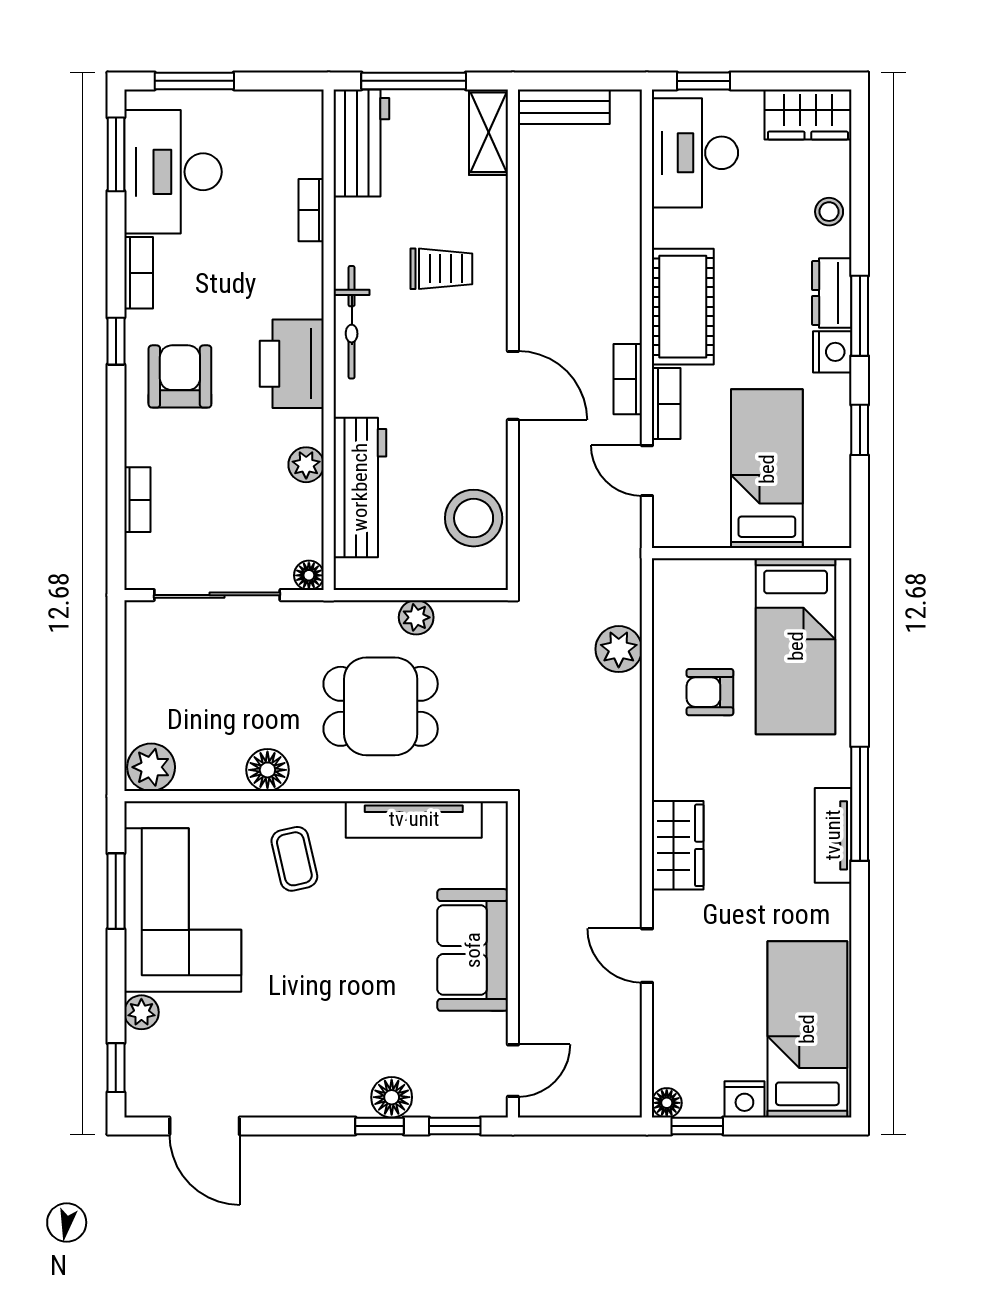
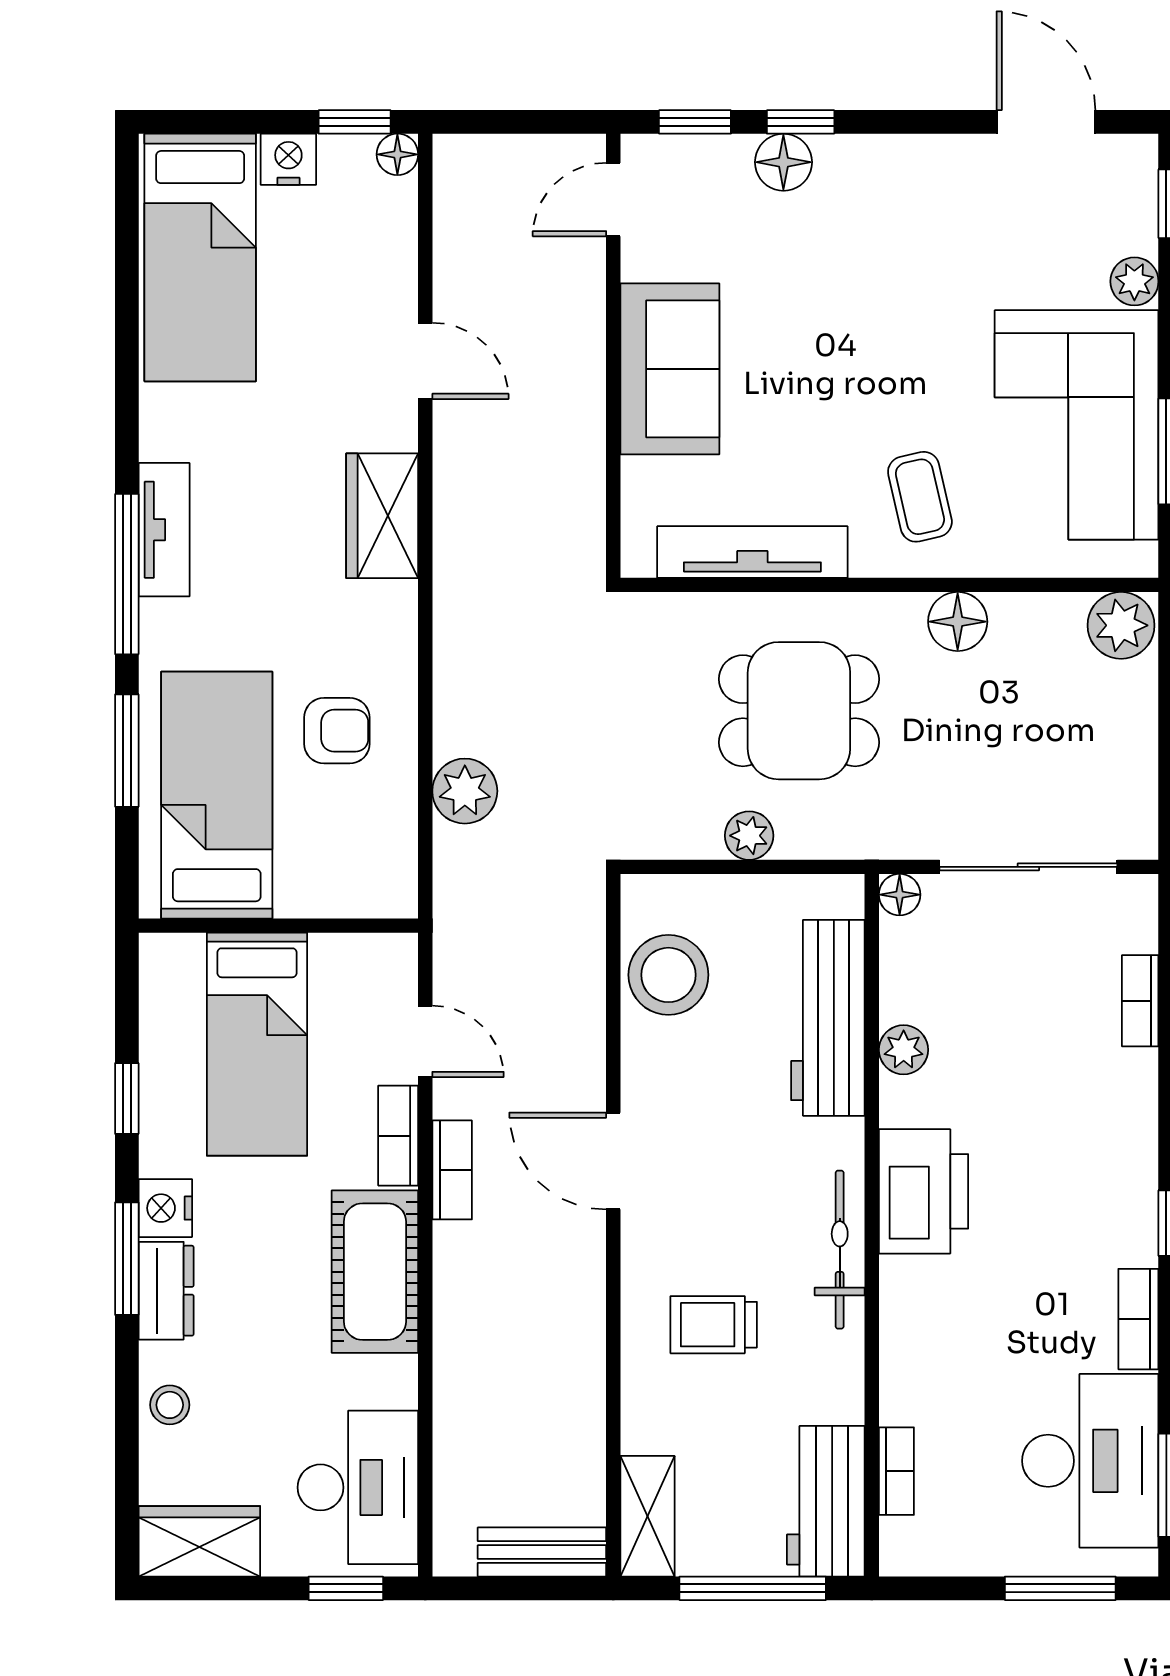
bookcase: (311, 210) -> (896, 1471), moved
armchair: (180, 376) -> (1080, 1174), removed
window: (860, 678) -> (127, 751), added

